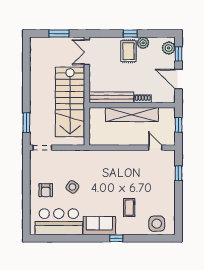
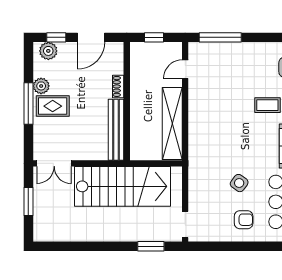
window: (130, 34) -> (28, 104), width x2.17
shelving: (132, 115) -> (172, 124), moved
window: (178, 173) -> (220, 37), width x2.17

